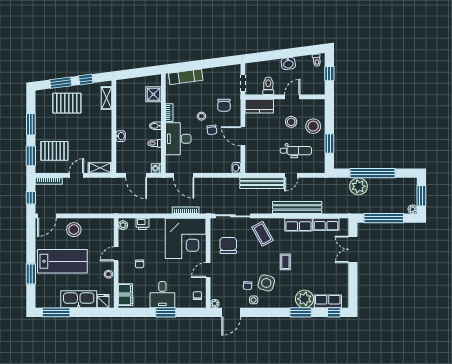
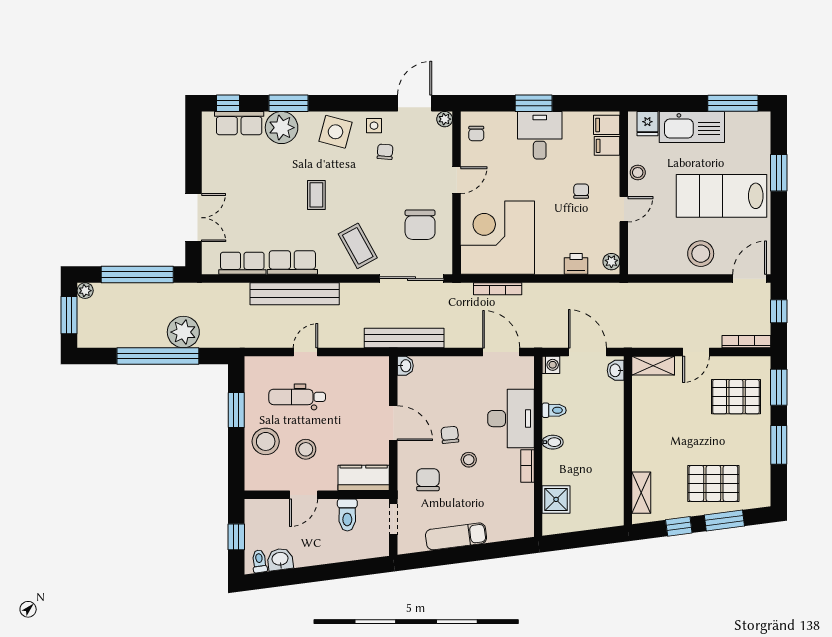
washbasin: (288, 63) -> (280, 559), moved
exam couch: (186, 77) -> (456, 536), moved
washbasin: (121, 136) -> (616, 370), moved
bench: (262, 183) -> (404, 338), moved
side table: (266, 283) -> (336, 132), moved

